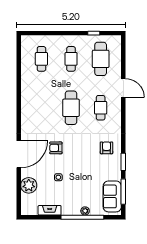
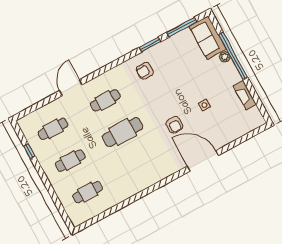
cafe table: (101, 59) -> (53, 129), width x0.73, depth x0.74
plant: (29, 185) -> (230, 132), removed
sofa: (112, 196) -> (208, 38), moved, turned 90

